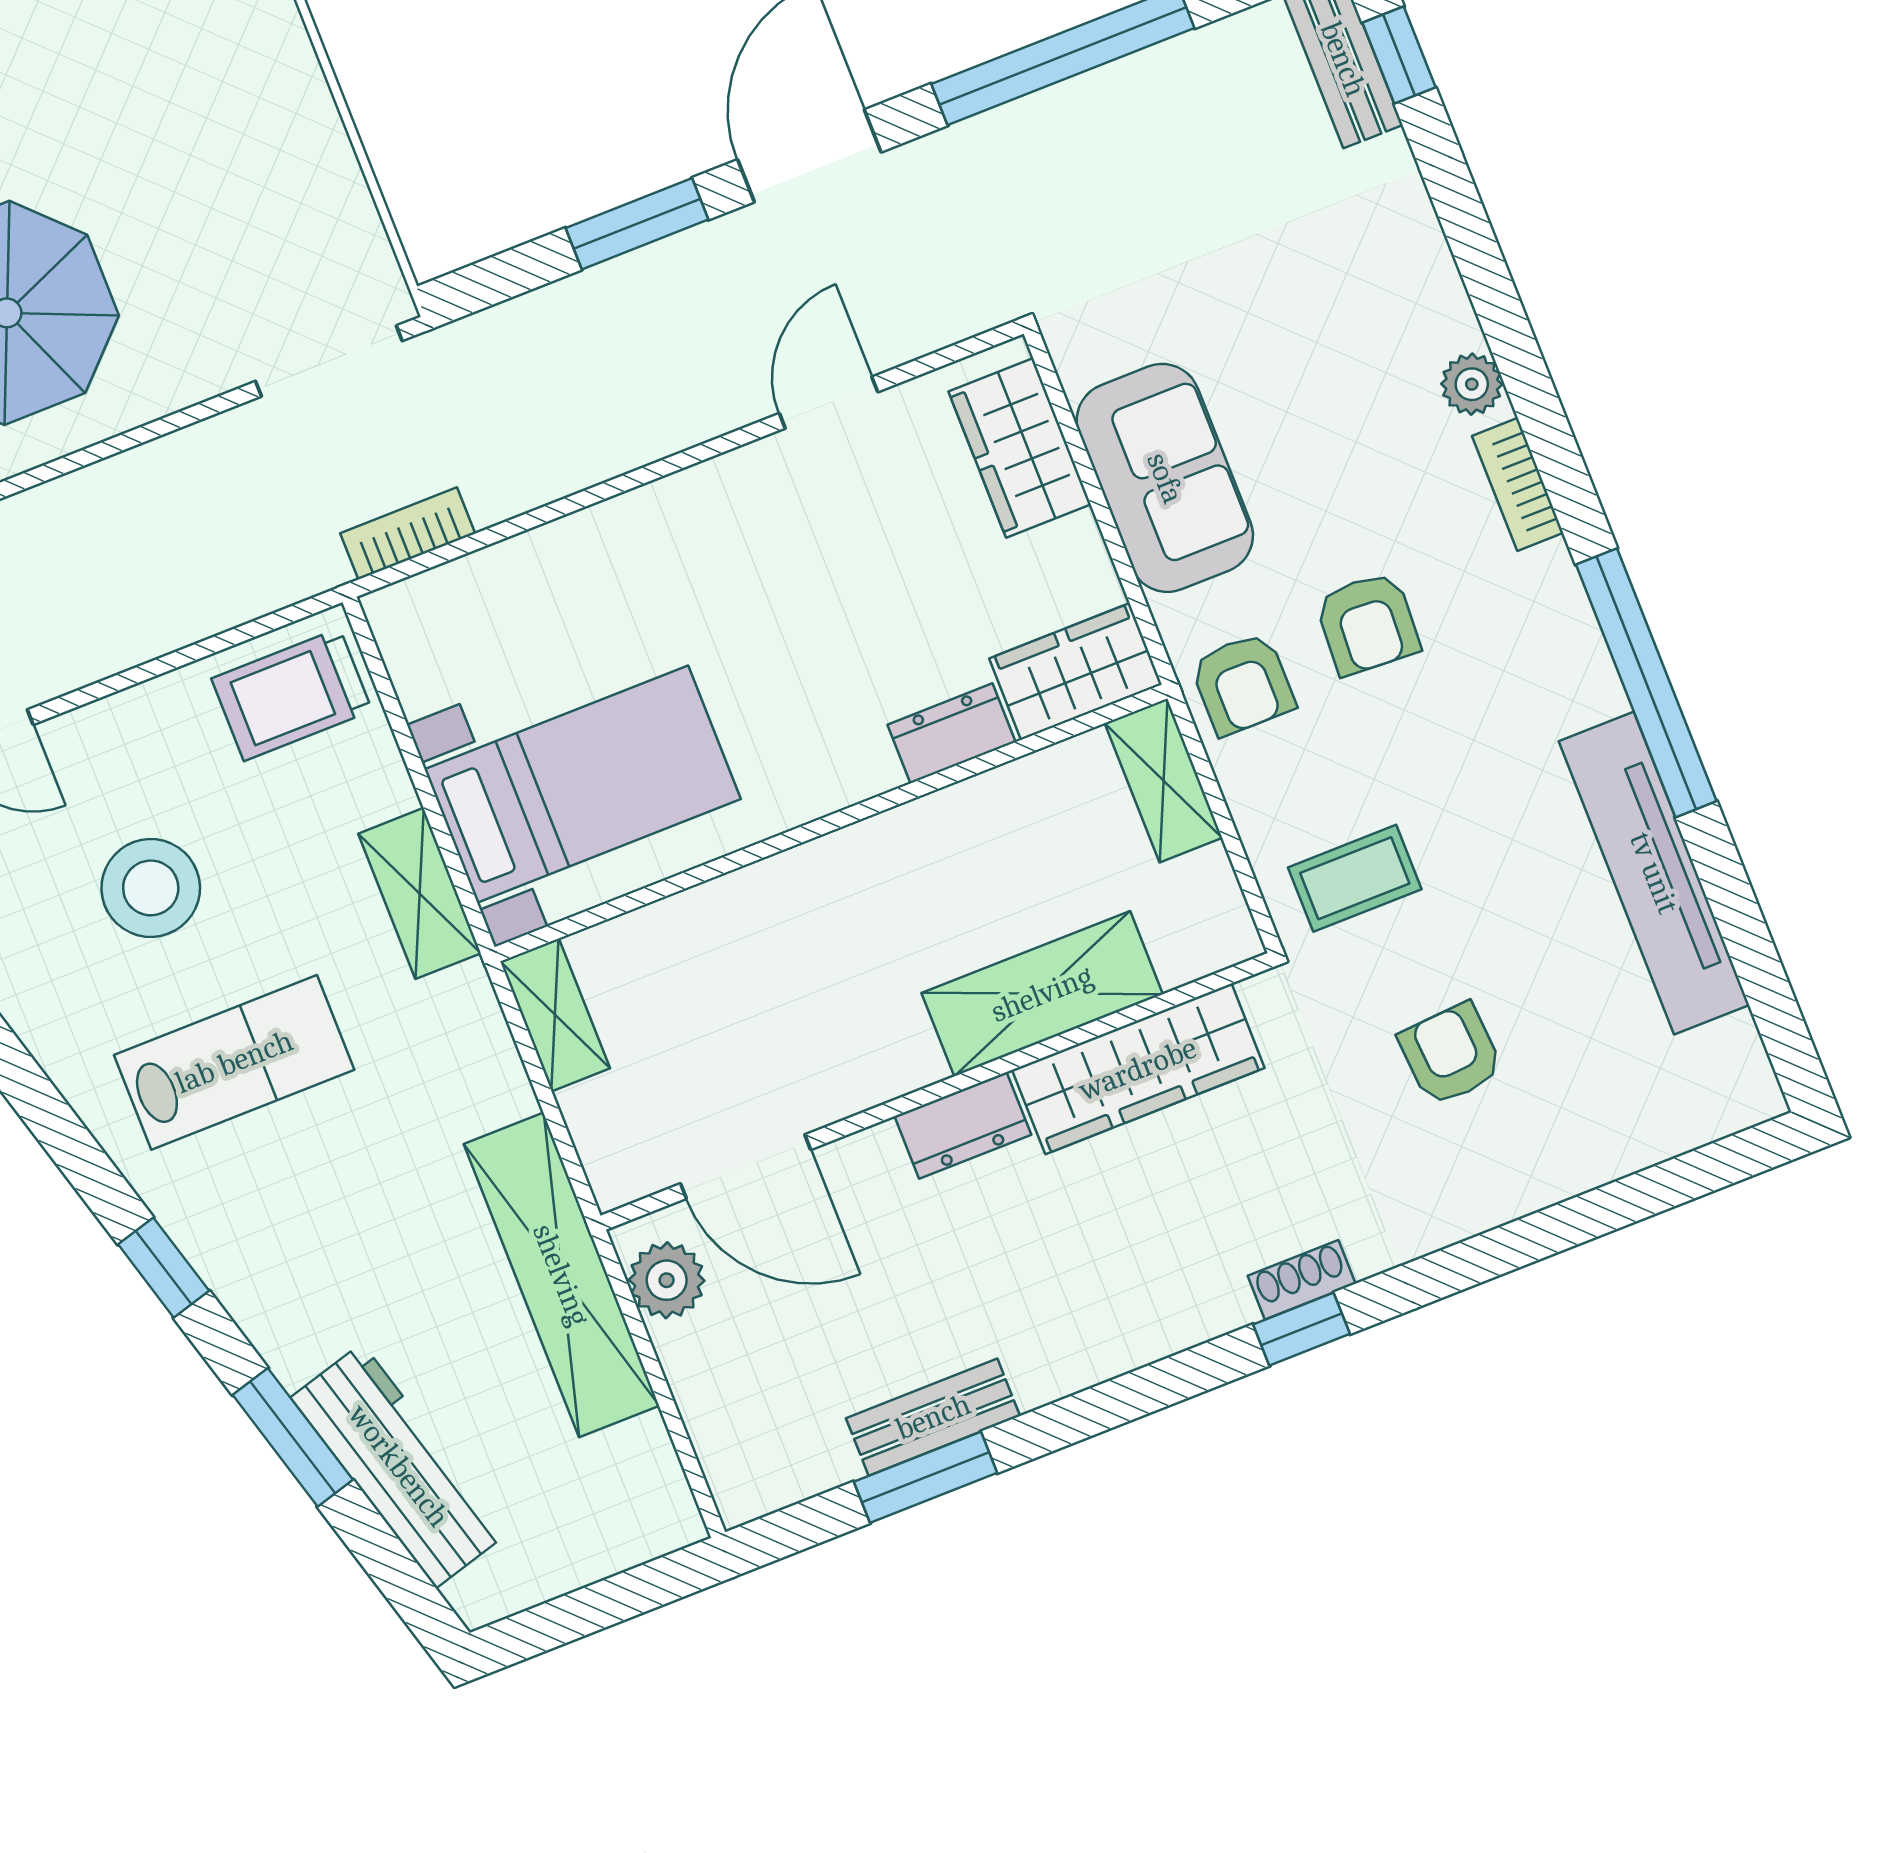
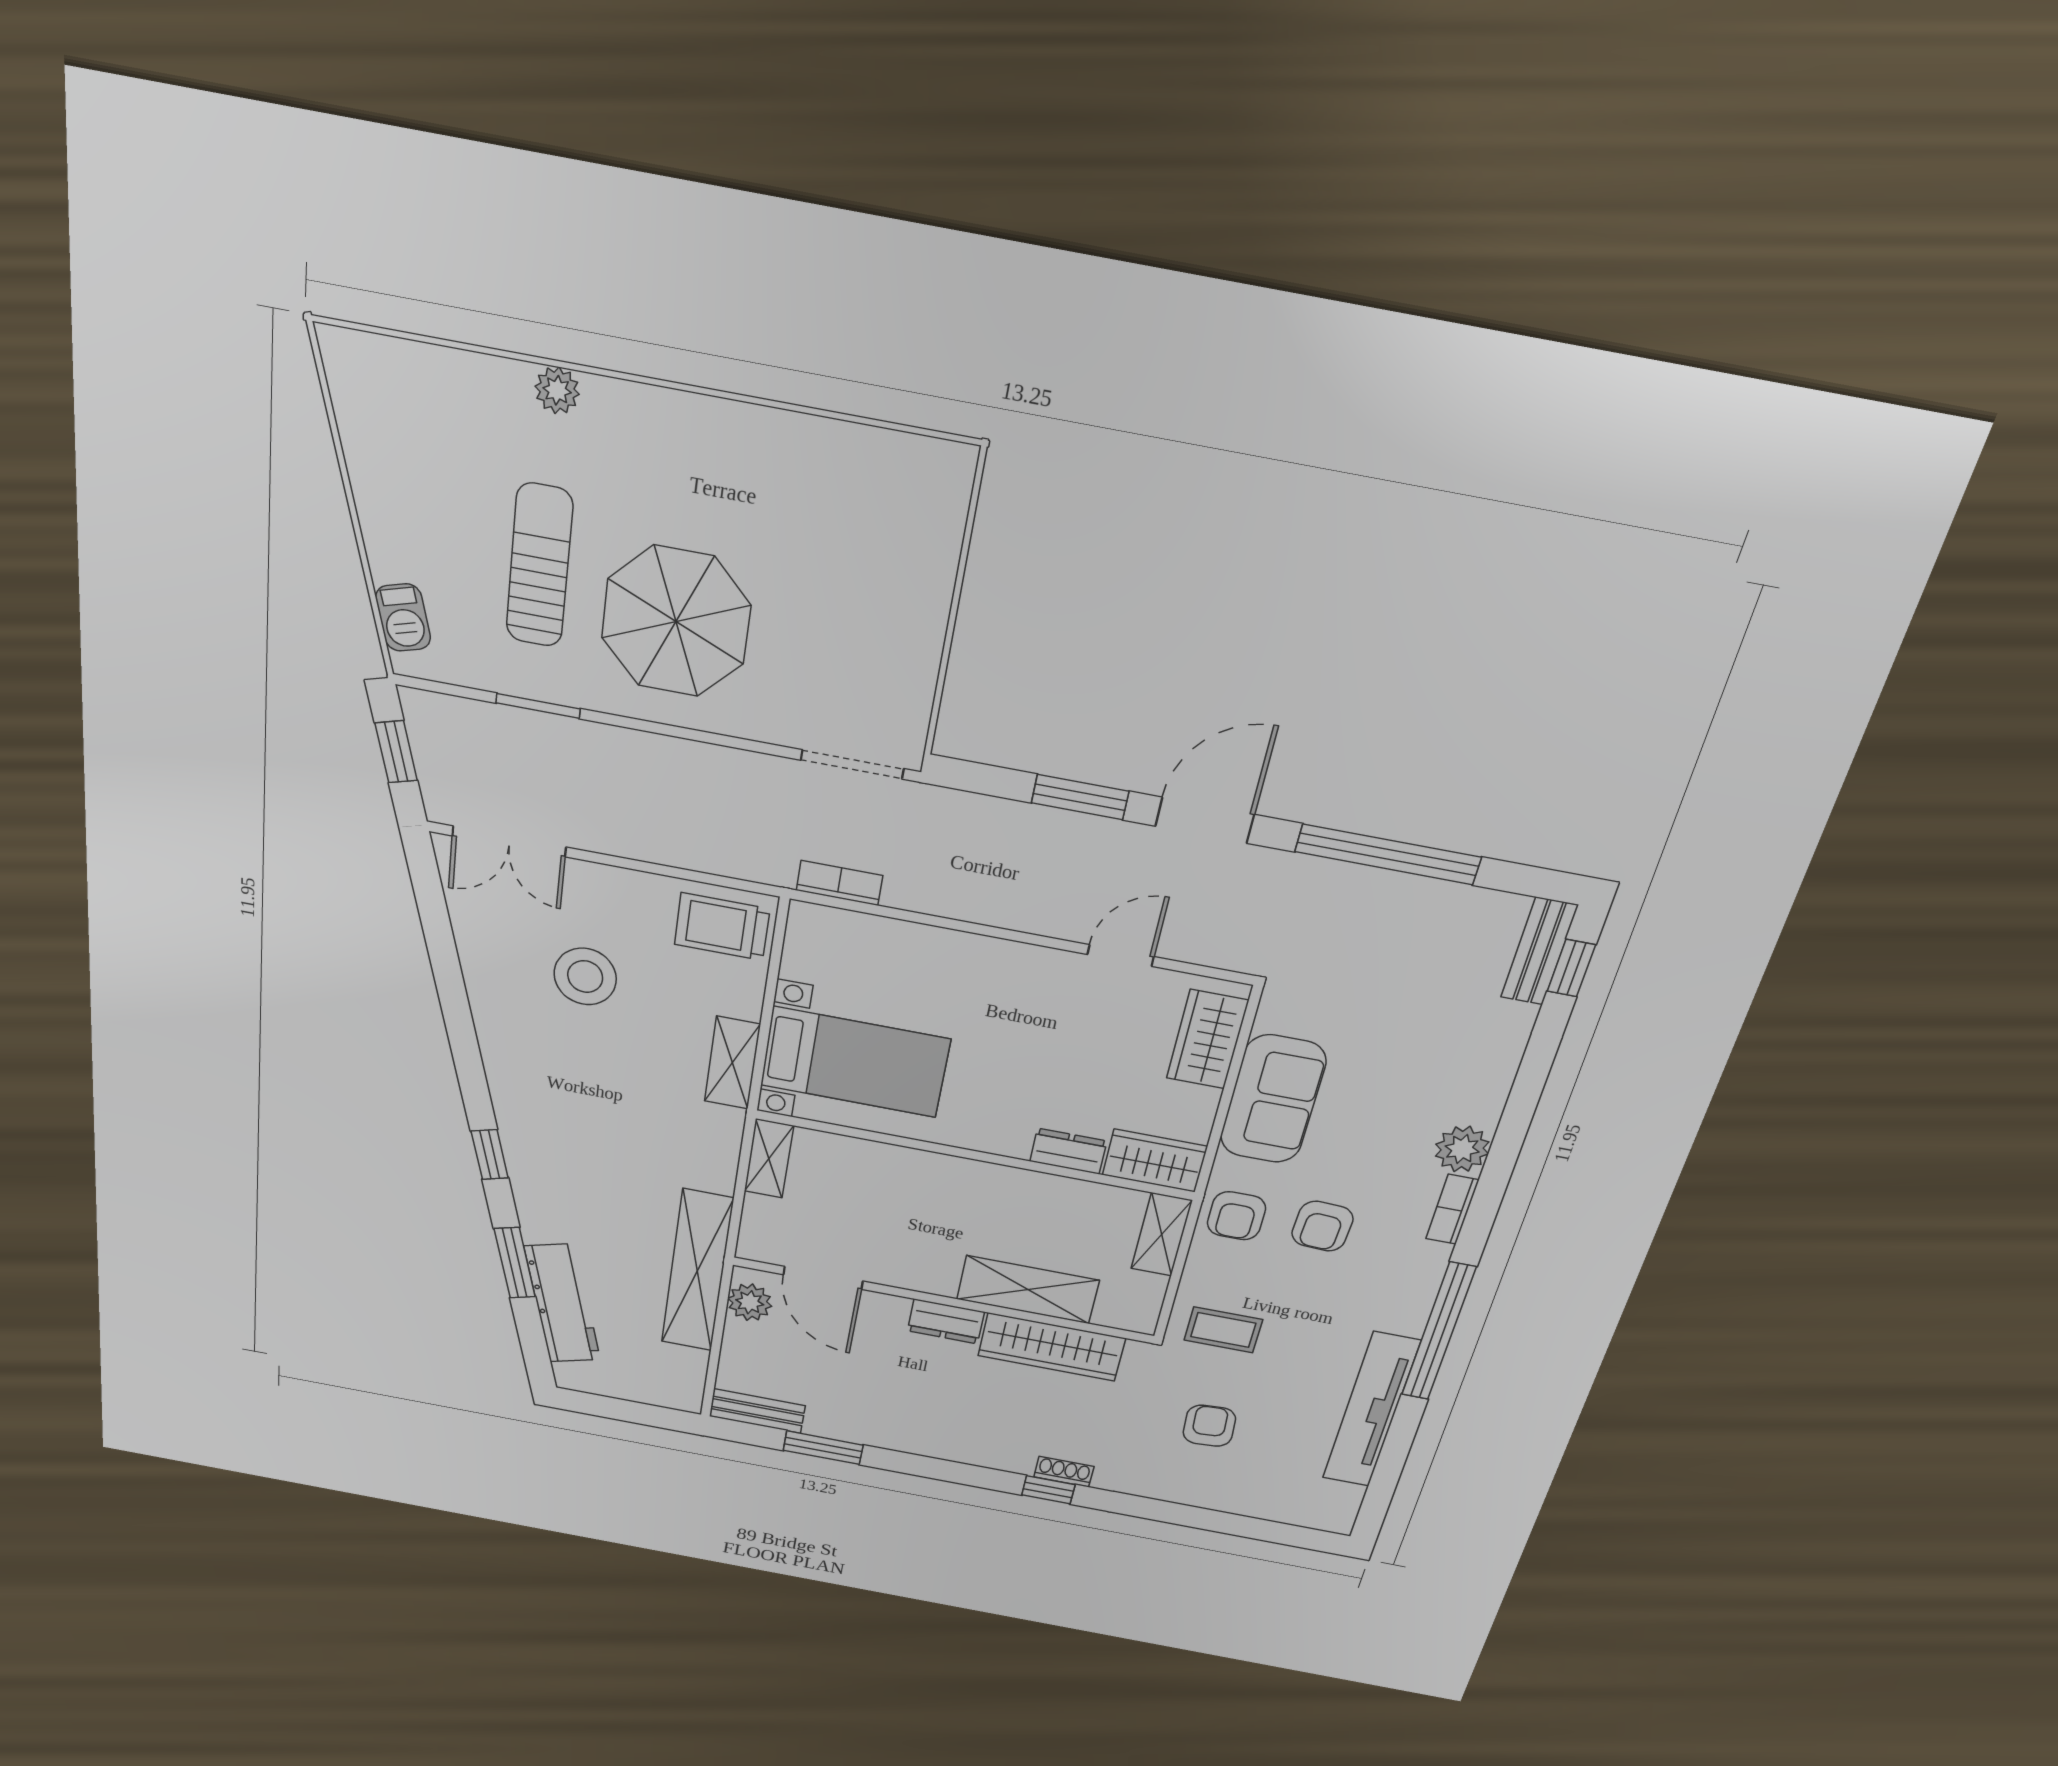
plant: (1472, 384) -> (1462, 1149), width x1.38, depth x1.38
lab bench: (234, 1062) -> (583, 1084), removed
bench: (933, 1417) -> (757, 1411), moved

